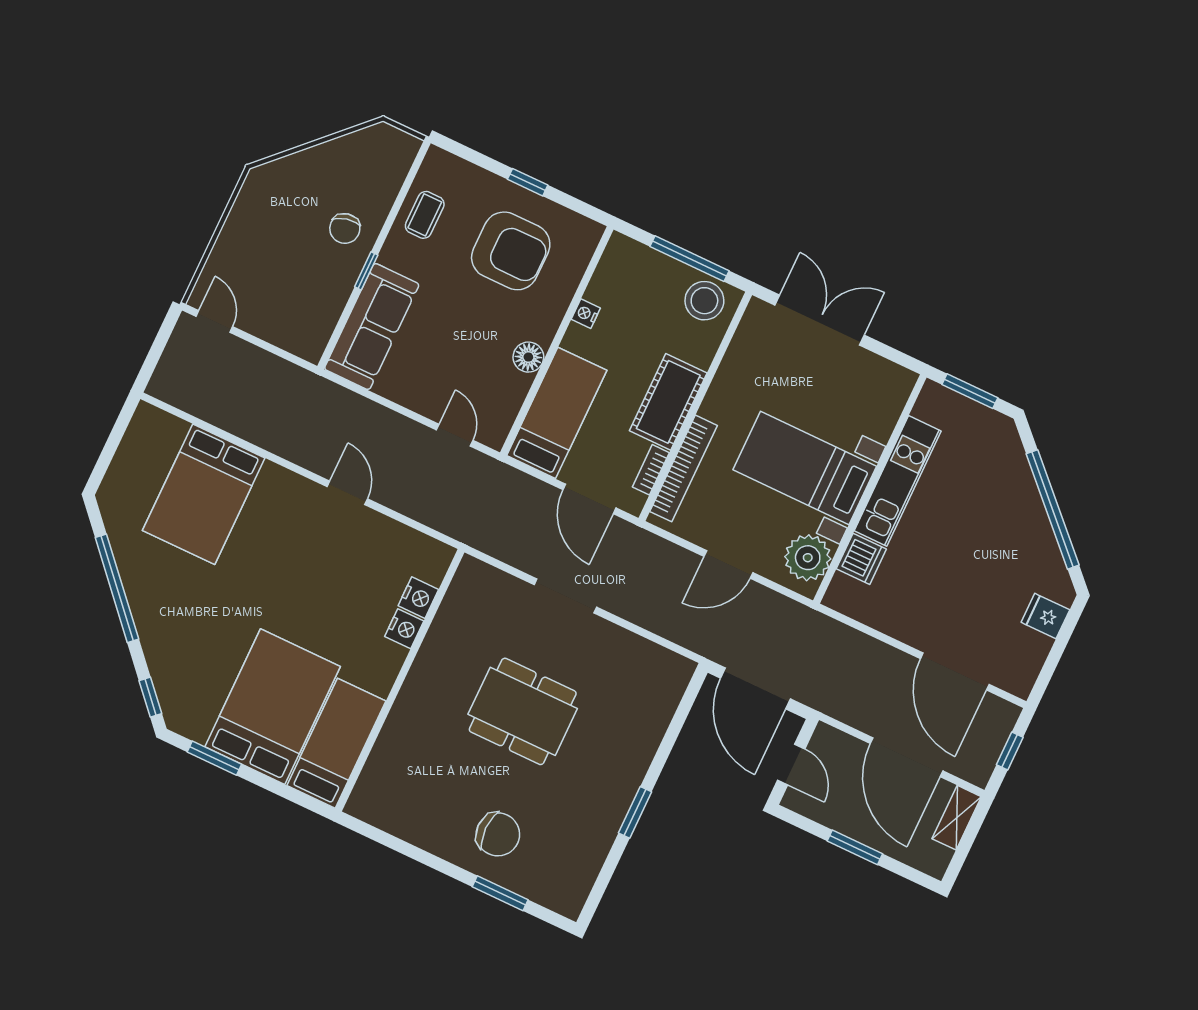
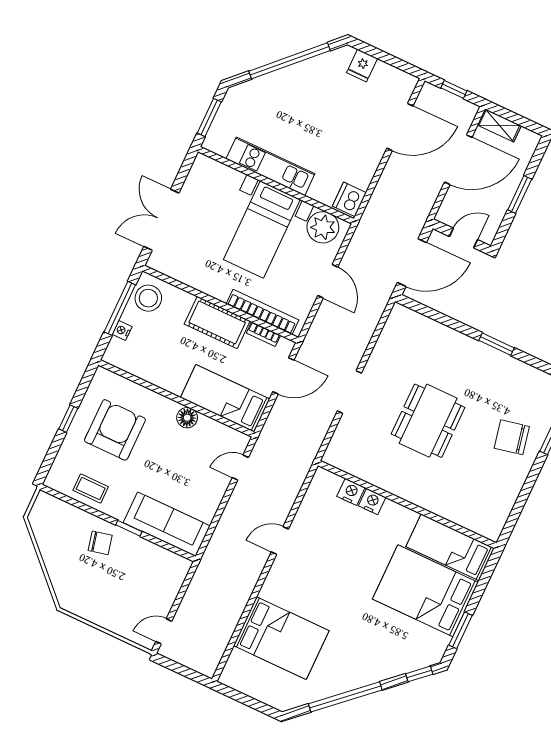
nightstand: (586, 314) -> (122, 331), moved, turned 90
dishwasher: (861, 559) -> (349, 199), moved, turned -90
chair: (498, 834) -> (512, 437), turned -102

